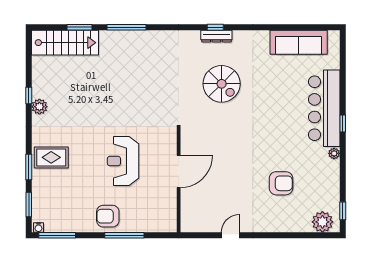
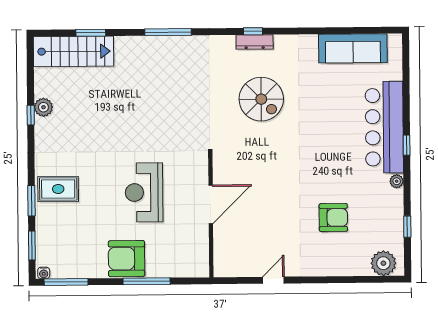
window: (126, 27) -> (168, 32), moved
plant: (39, 107) -> (43, 107), moved
window: (343, 211) -> (407, 227), moved
armchair: (108, 216) -> (127, 259), width x1.36, depth x1.36

